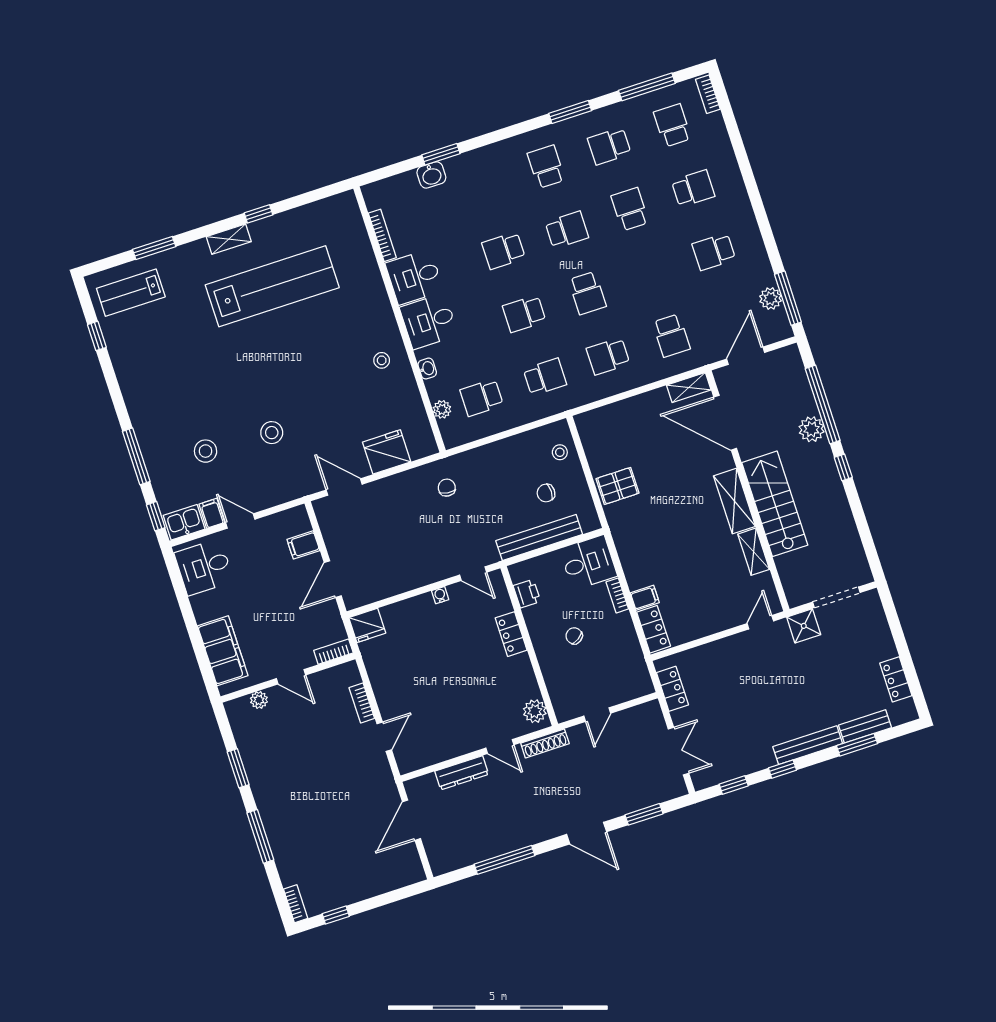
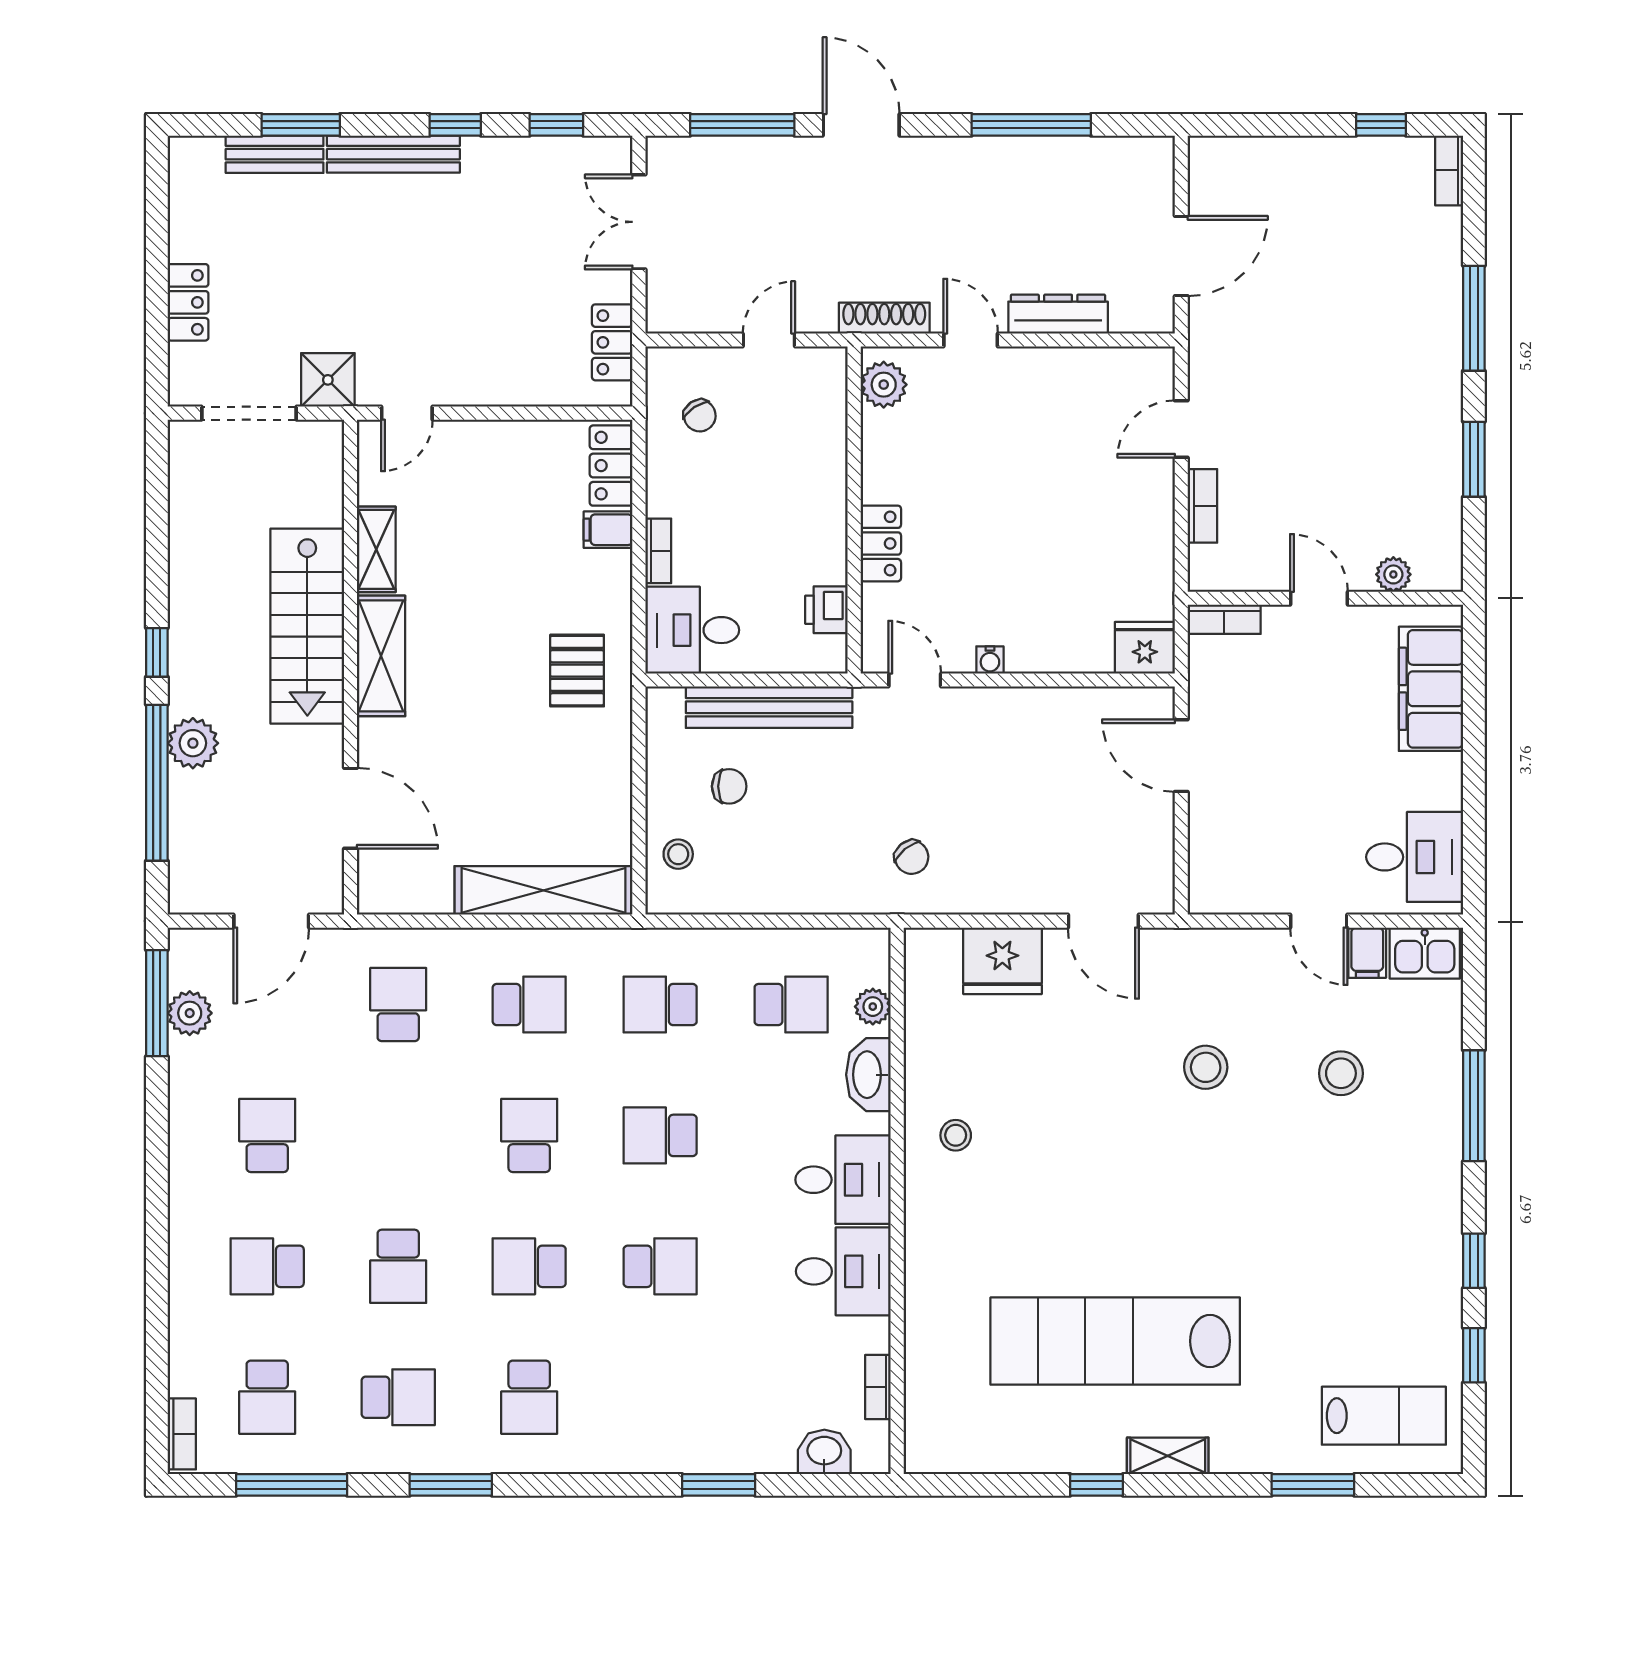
washbasin: (431, 175) -> (824, 1452), moved
bookcase: (382, 235) -> (878, 1387), width x0.64
school desk: (714, 252) -> (267, 1135), turned -90
school desk: (524, 314) -> (660, 1135), turned 180
washbasin: (427, 369) -> (868, 1075), width x1.91, depth x1.45
shelving: (689, 388) -> (544, 890), moved, width x2.20, depth x1.33
door: (725, 423) -> (351, 808), width x0.73
pallet: (617, 486) -> (577, 671), moved, turned 90
chair: (447, 488) -> (912, 857), turned -46
window: (156, 516) -> (1474, 1261), moved
filing cabinet: (303, 545) -> (1215, 838), removed
door: (333, 579) -> (1181, 756), swing flipped
chair: (574, 636) -> (700, 416), moved
locker: (896, 679) -> (188, 302), moved
window: (644, 814) -> (742, 125), width x1.44

